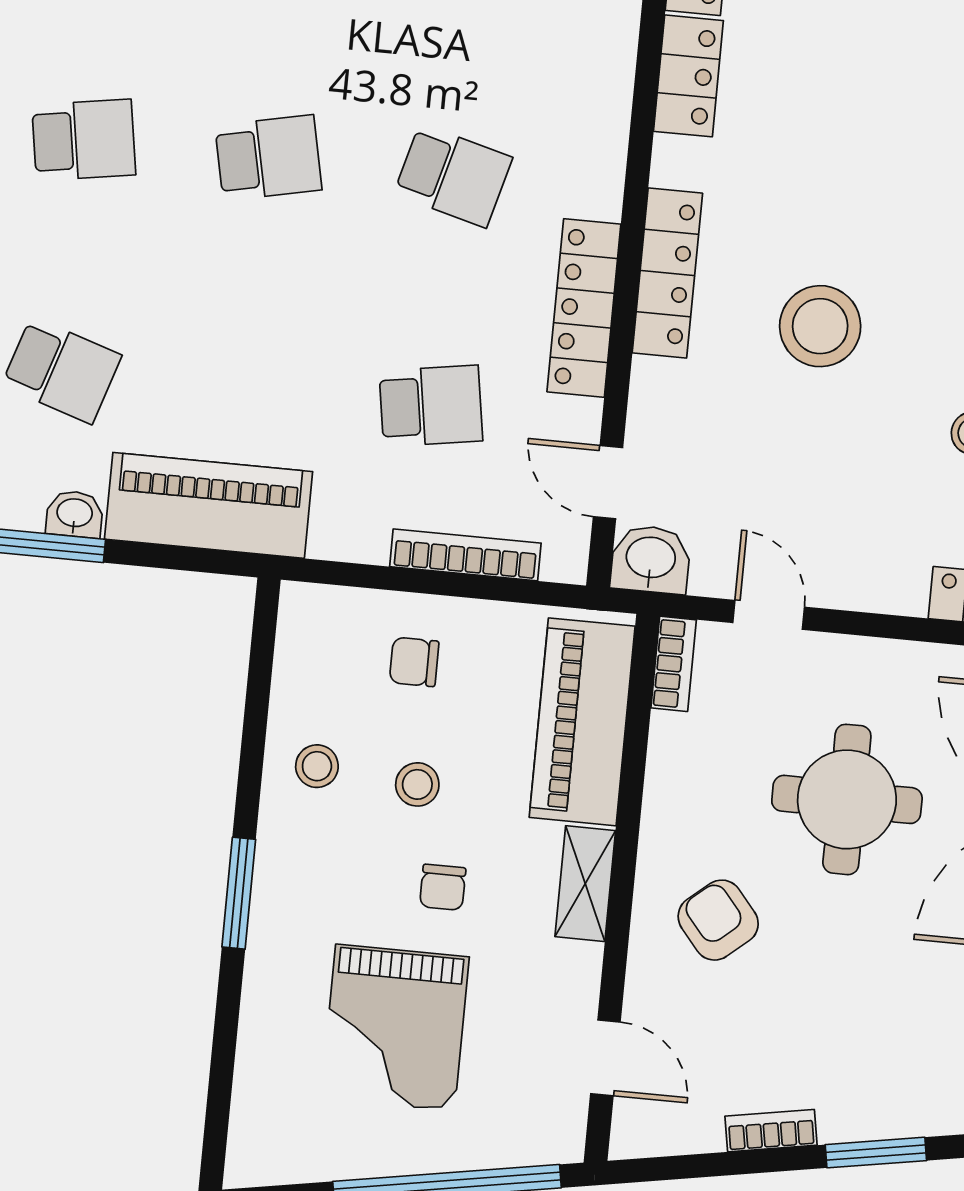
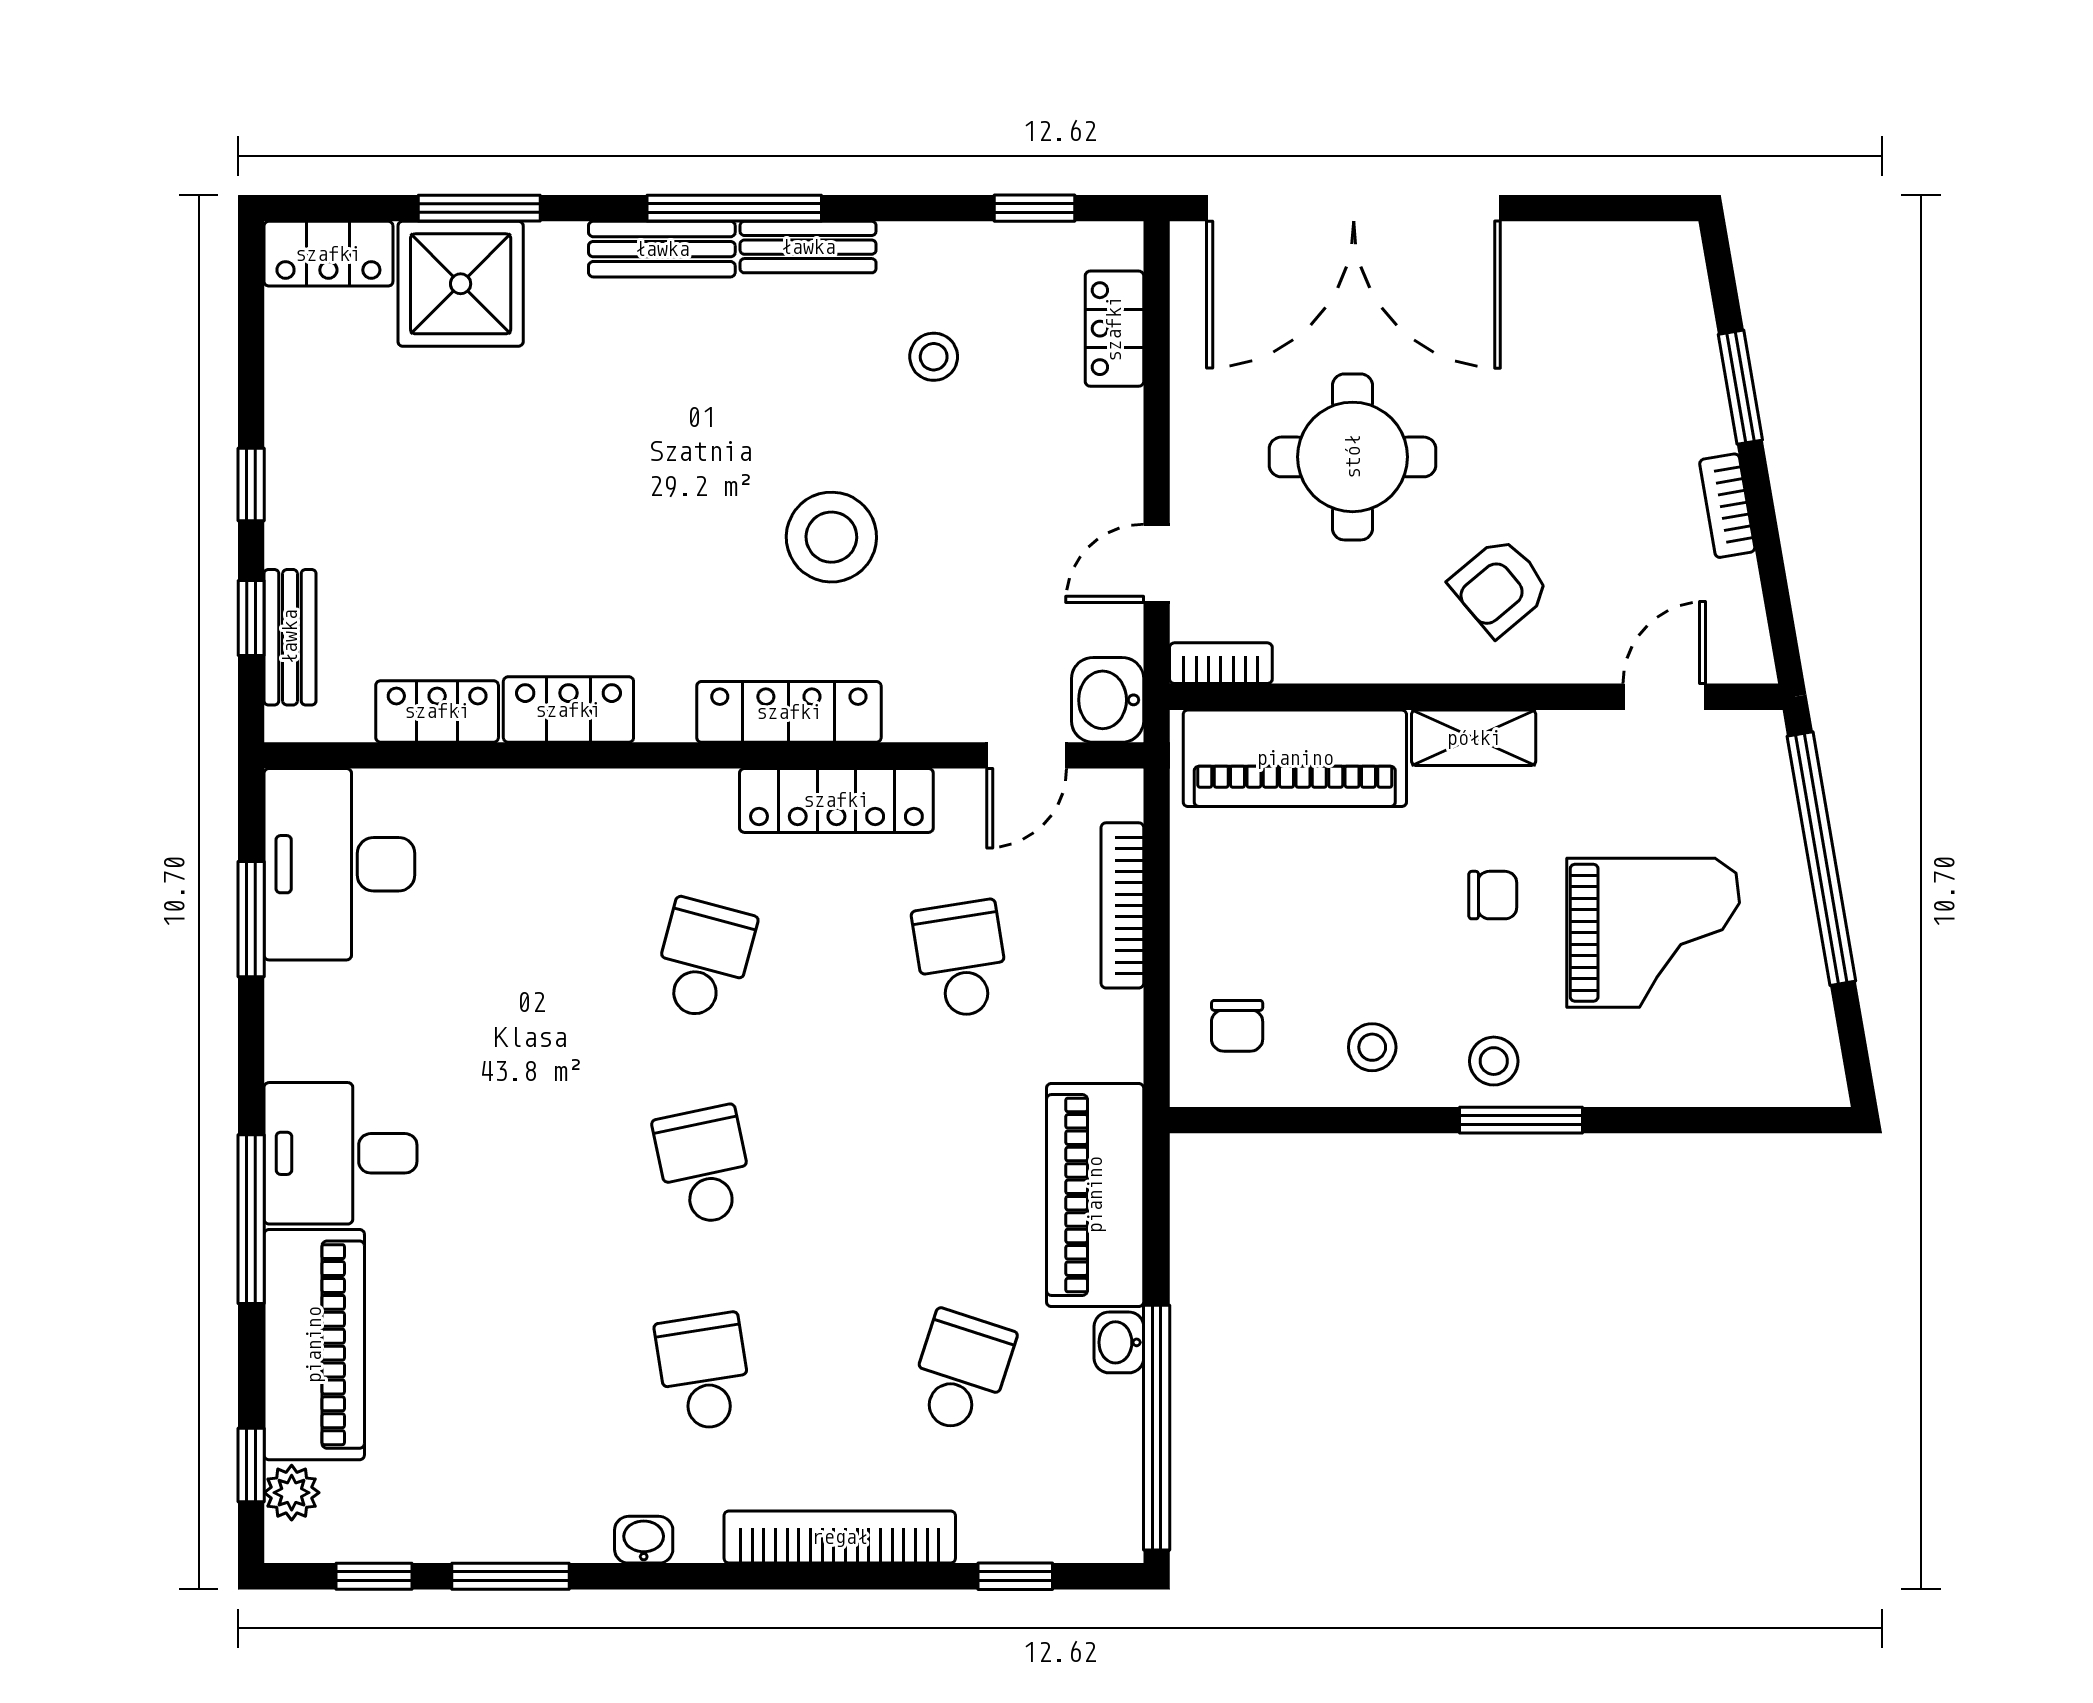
chair: (414, 662) -> (1237, 1026), moved
stool: (417, 784) -> (1494, 1061), moved

